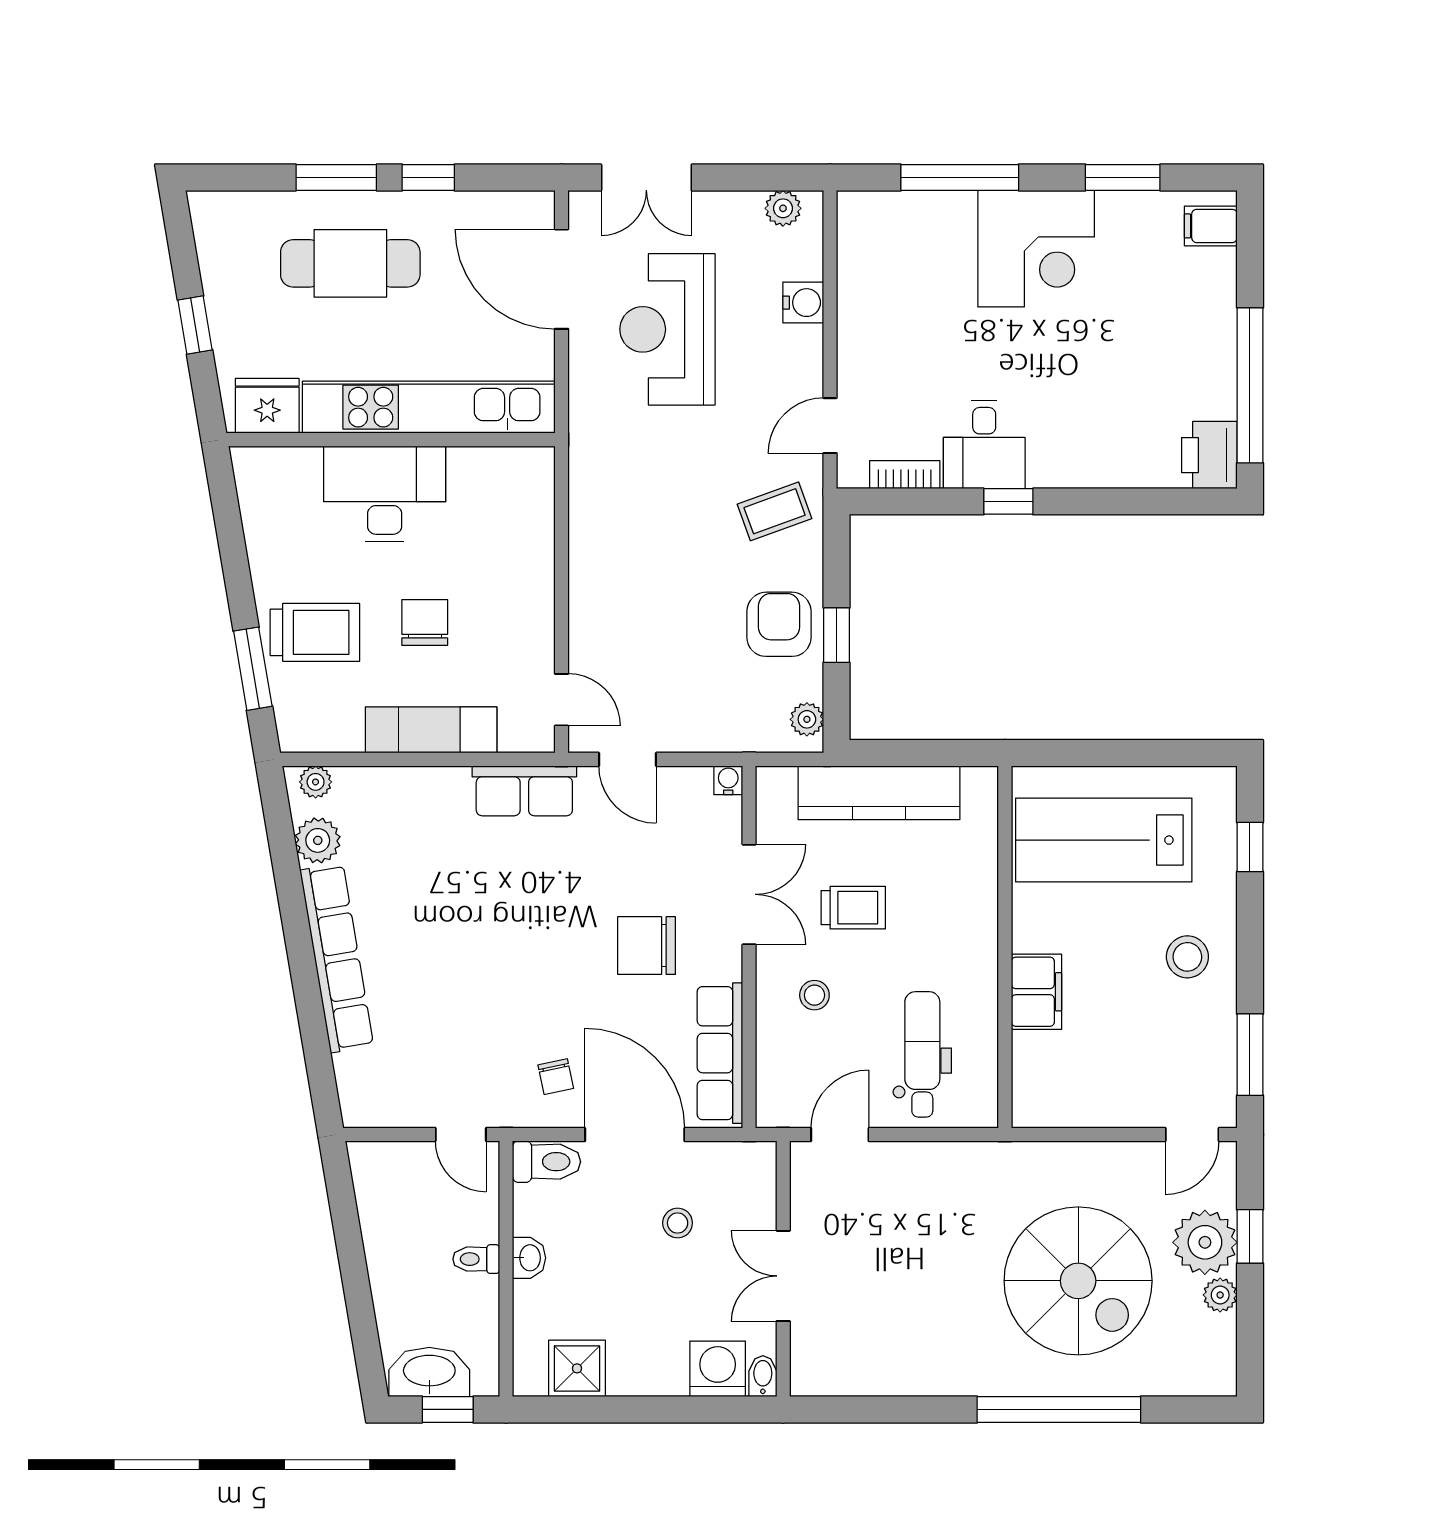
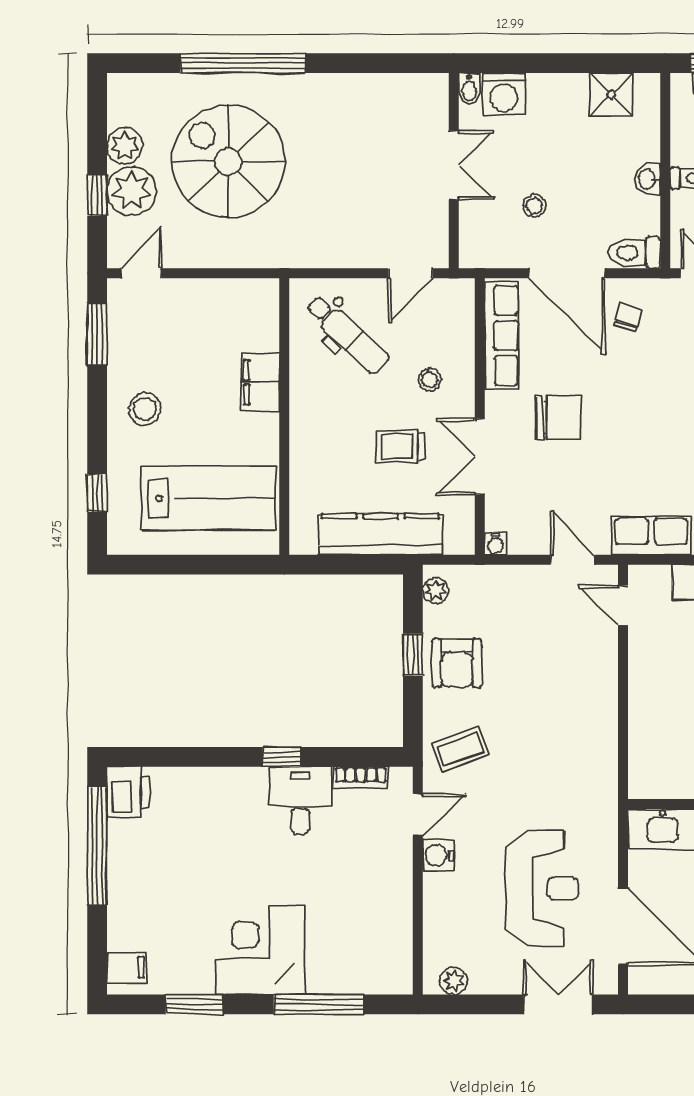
water cooler: (803, 303) -> (438, 855), moved
dental chair: (922, 1054) -> (347, 334), turned -47
chair: (556, 1077) -> (627, 317), turned 30
plant: (1220, 1295) -> (125, 146), width x1.38, depth x1.38

